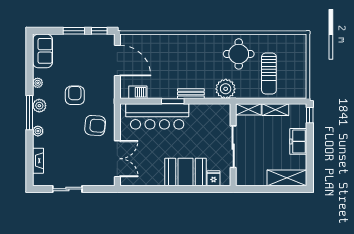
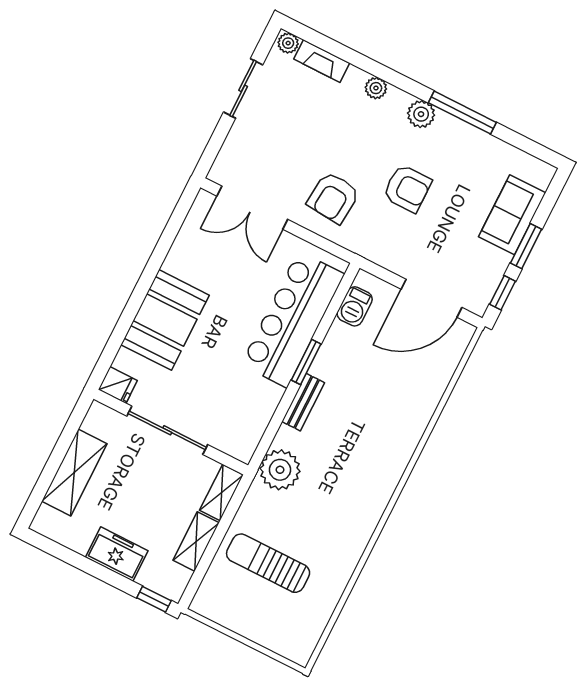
sofa: (43, 51) -> (512, 215), moved, turned 90
round table: (239, 54) -> (332, 526), removed
plant: (38, 83) -> (288, 43), moved
window: (30, 113) -> (462, 113), moved
fridge: (214, 178) -> (118, 385), moved
shelving: (287, 178) -> (74, 473), moved

